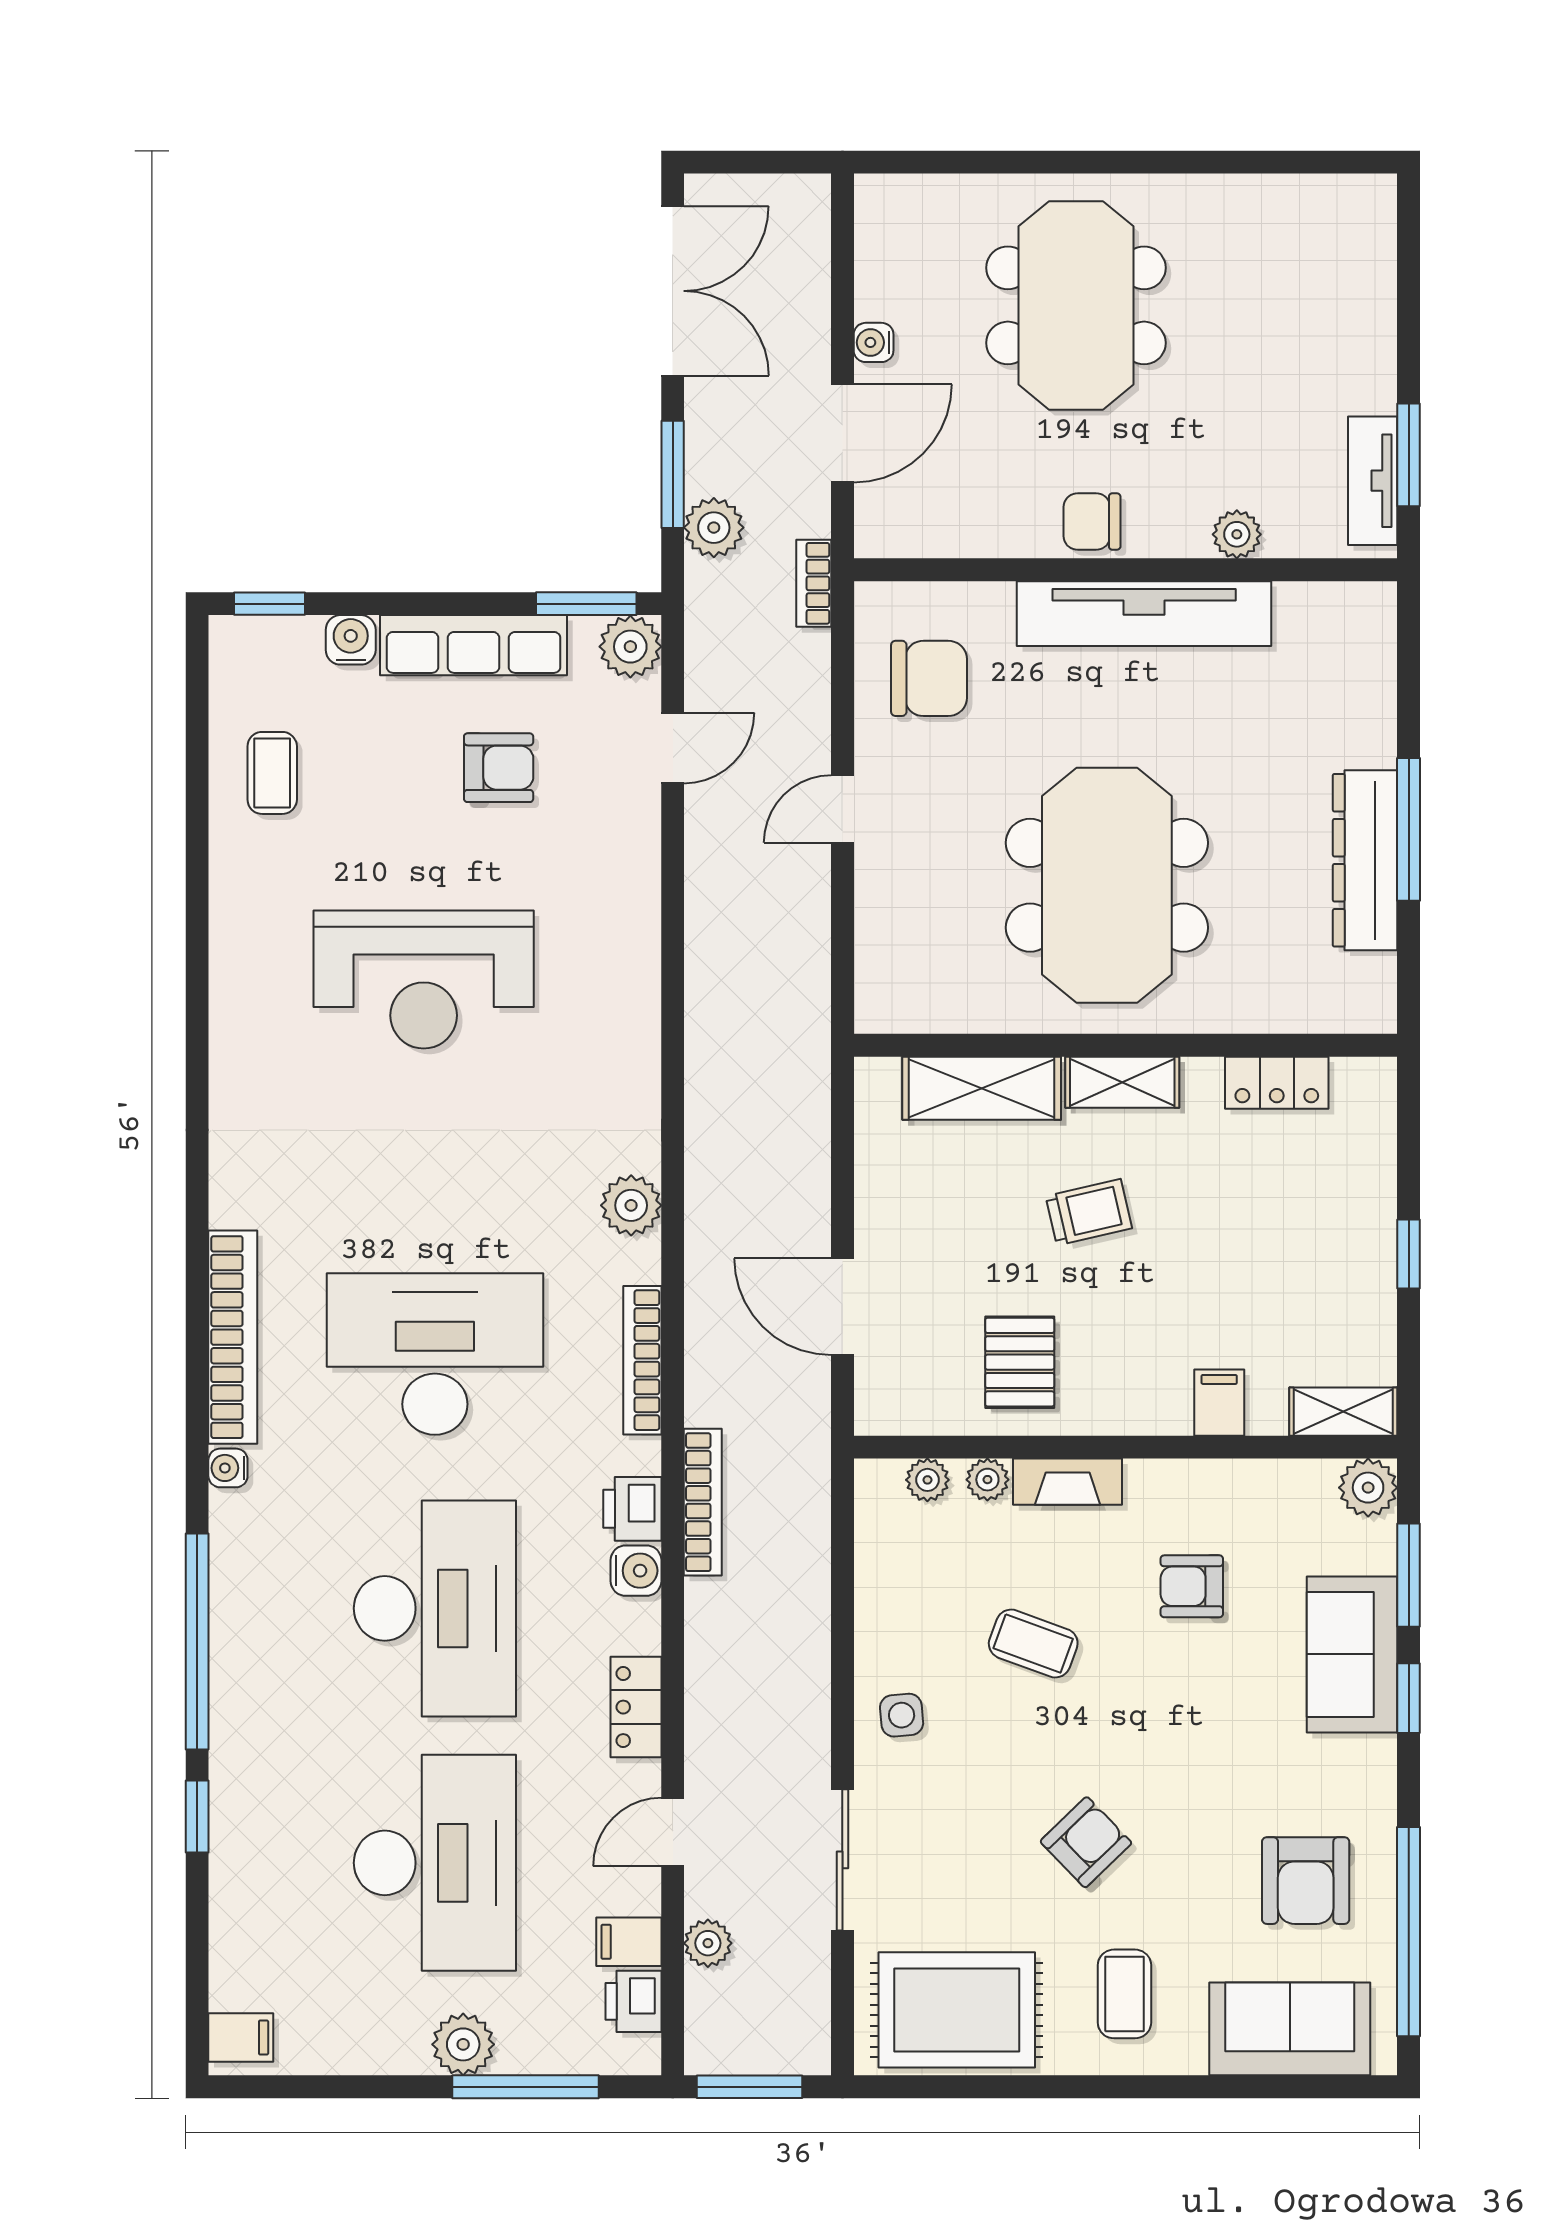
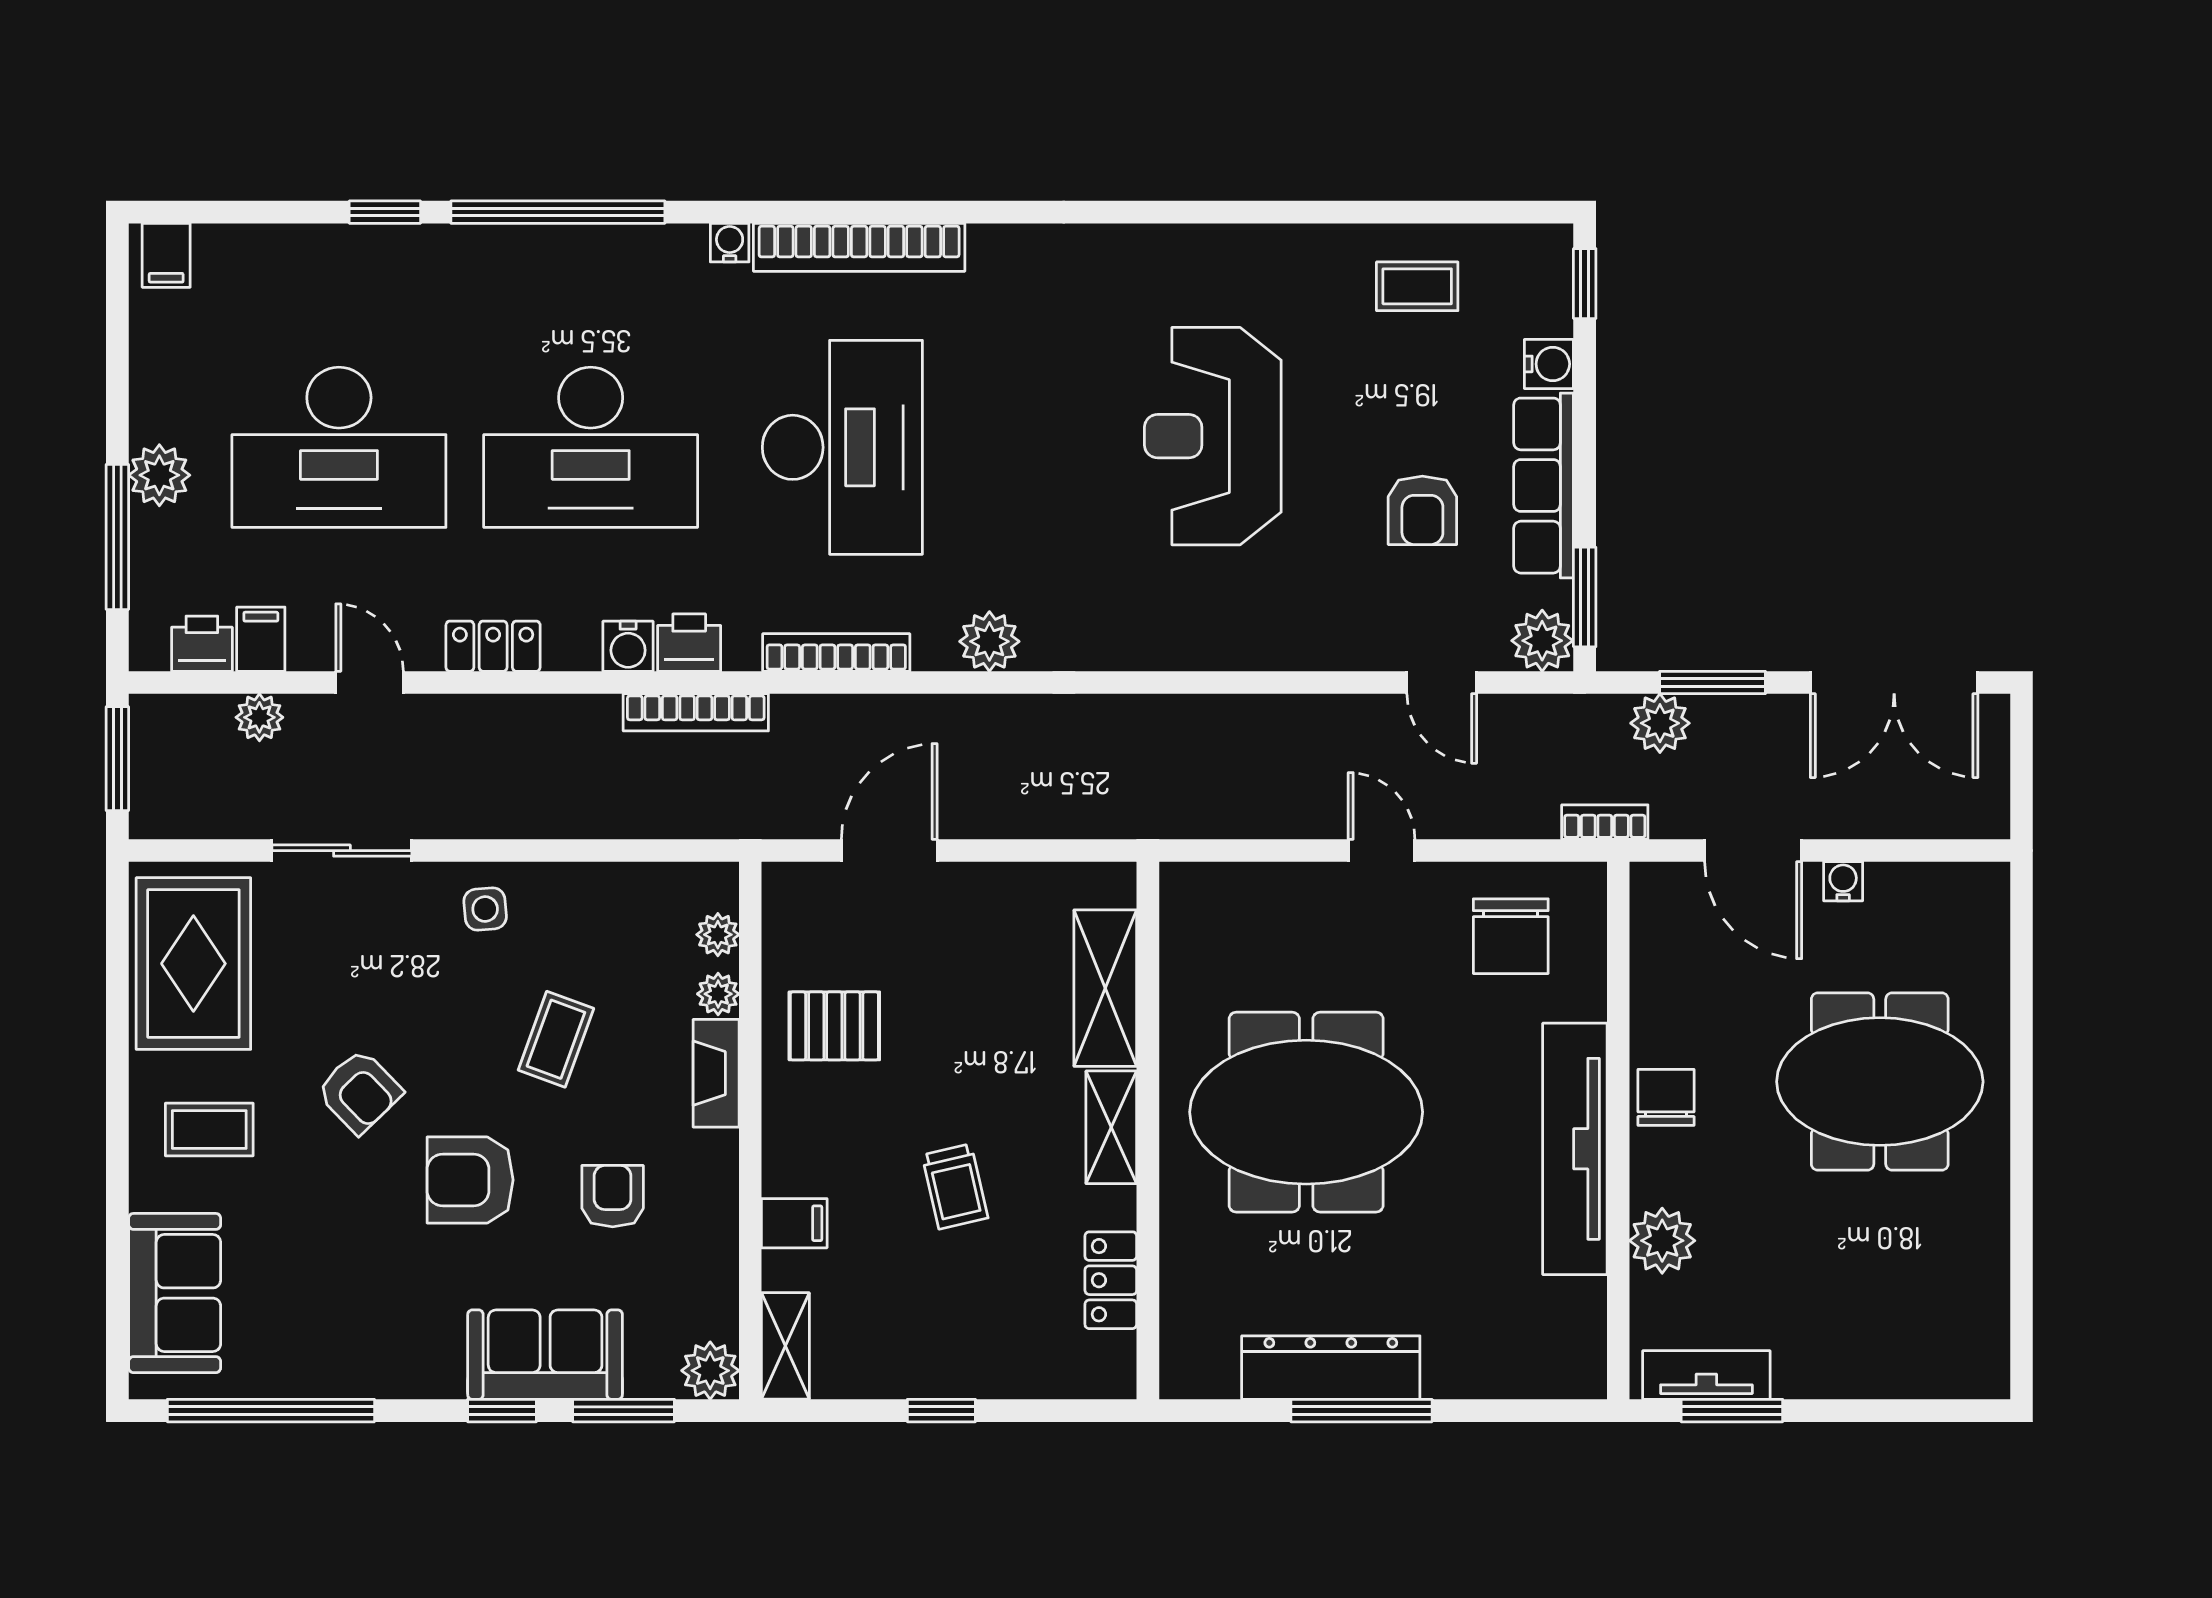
plant: (1237, 534) -> (1662, 1241), width x1.38, depth x1.38
trolley: (1089, 1212) -> (955, 1186), moved
armchair: (1306, 1881) -> (470, 1180), moved

